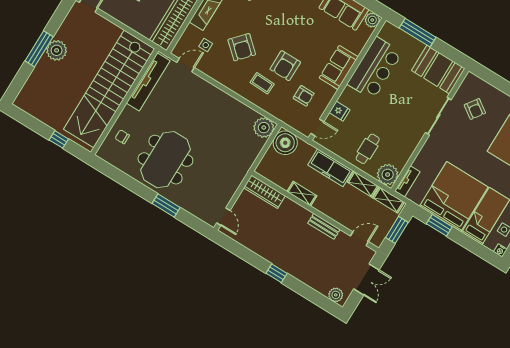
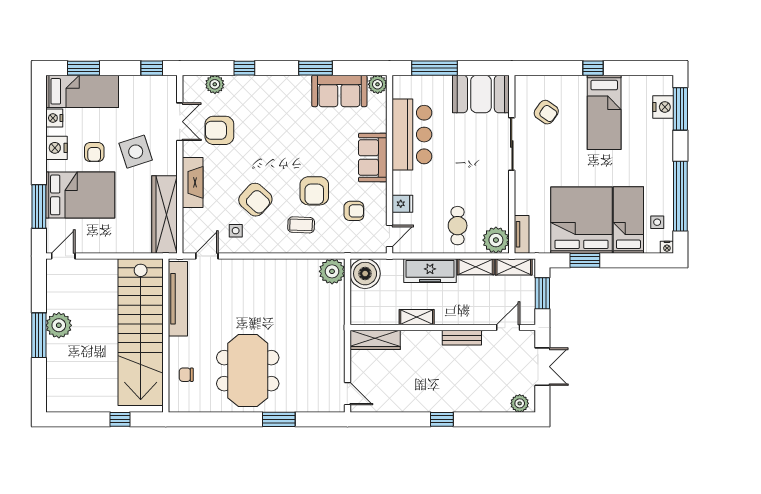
side table: (206, 45) -> (236, 231), moved

